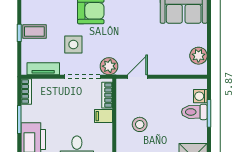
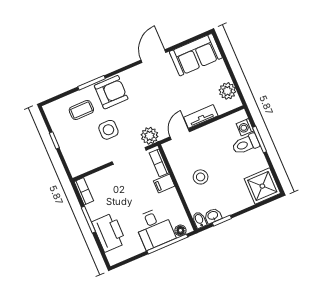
coffee table: (34, 31) -> (81, 110), moved
tv unit: (43, 69) -> (201, 116), moved

